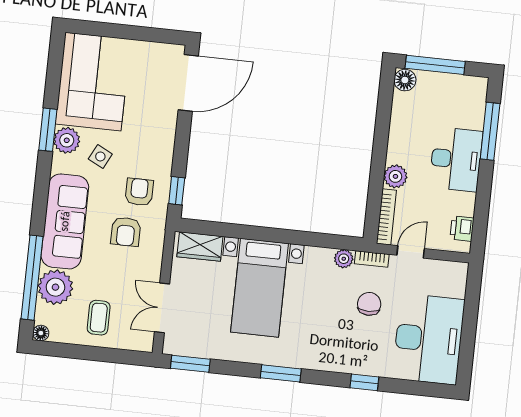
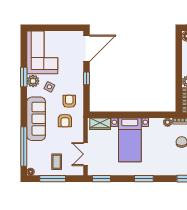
window: (177, 191) -> (87, 78), moved
plant: (55, 287) -> (35, 150), removed
window: (86, 353) -> (53, 179), added

